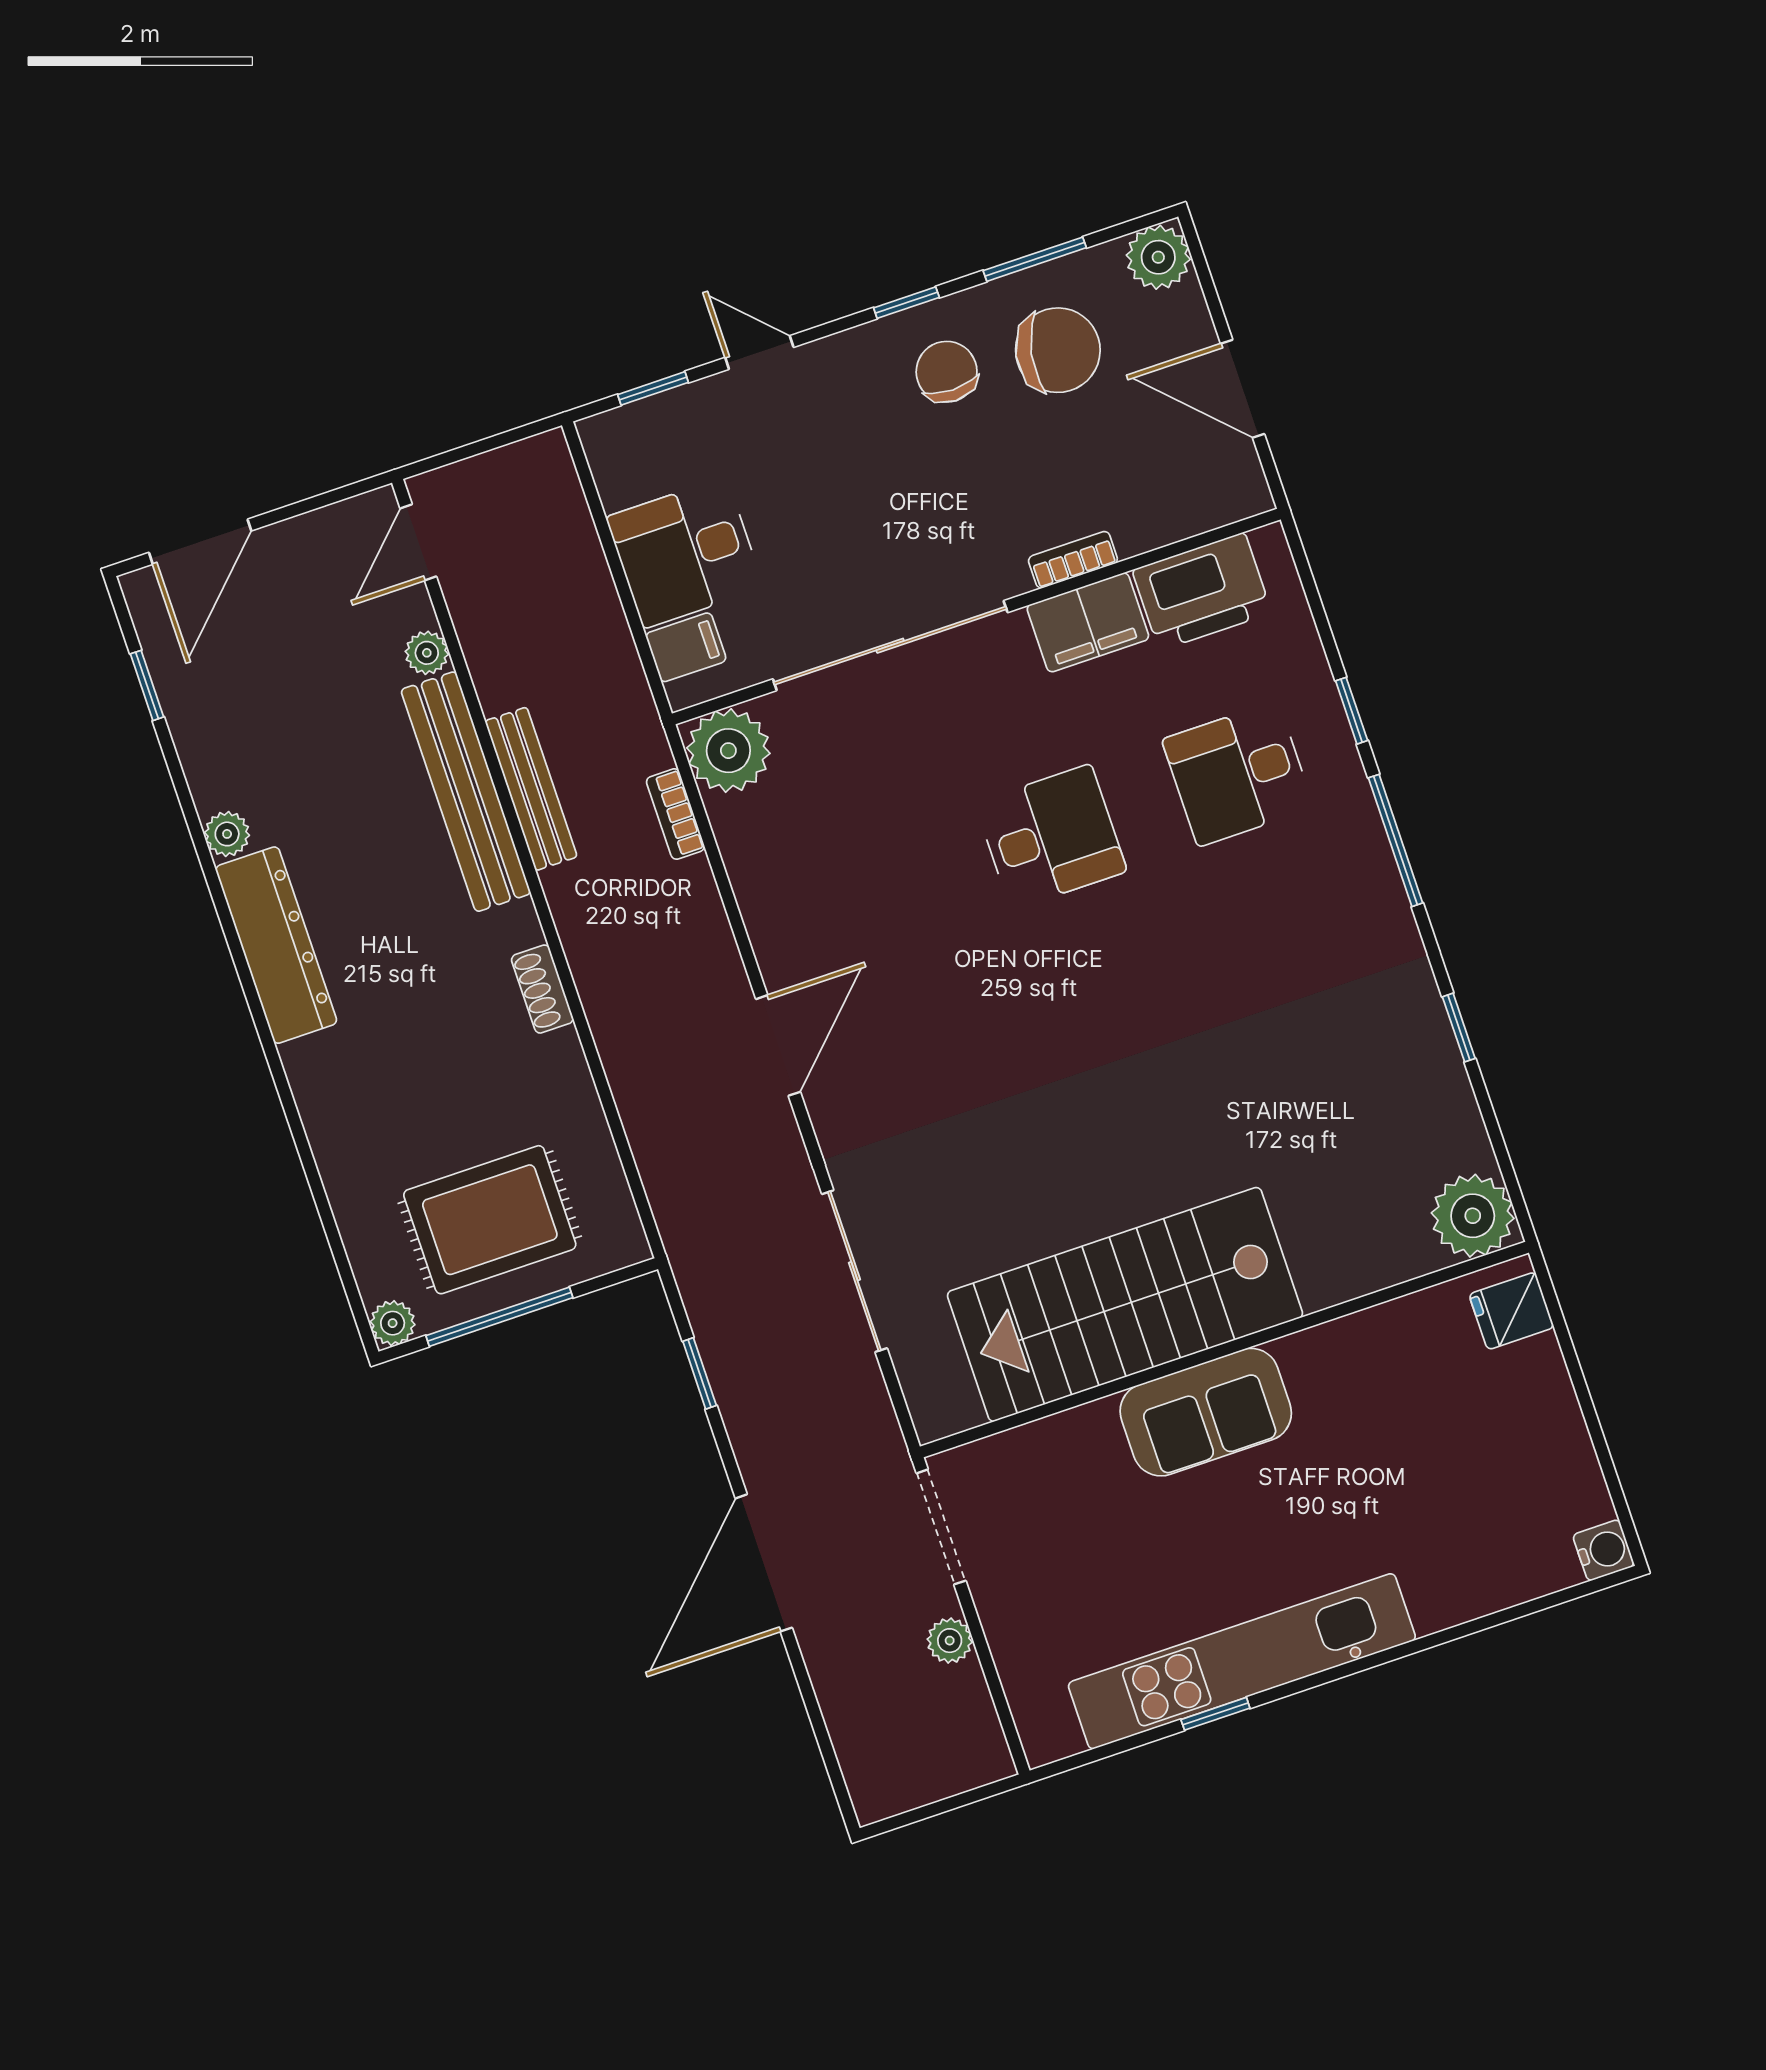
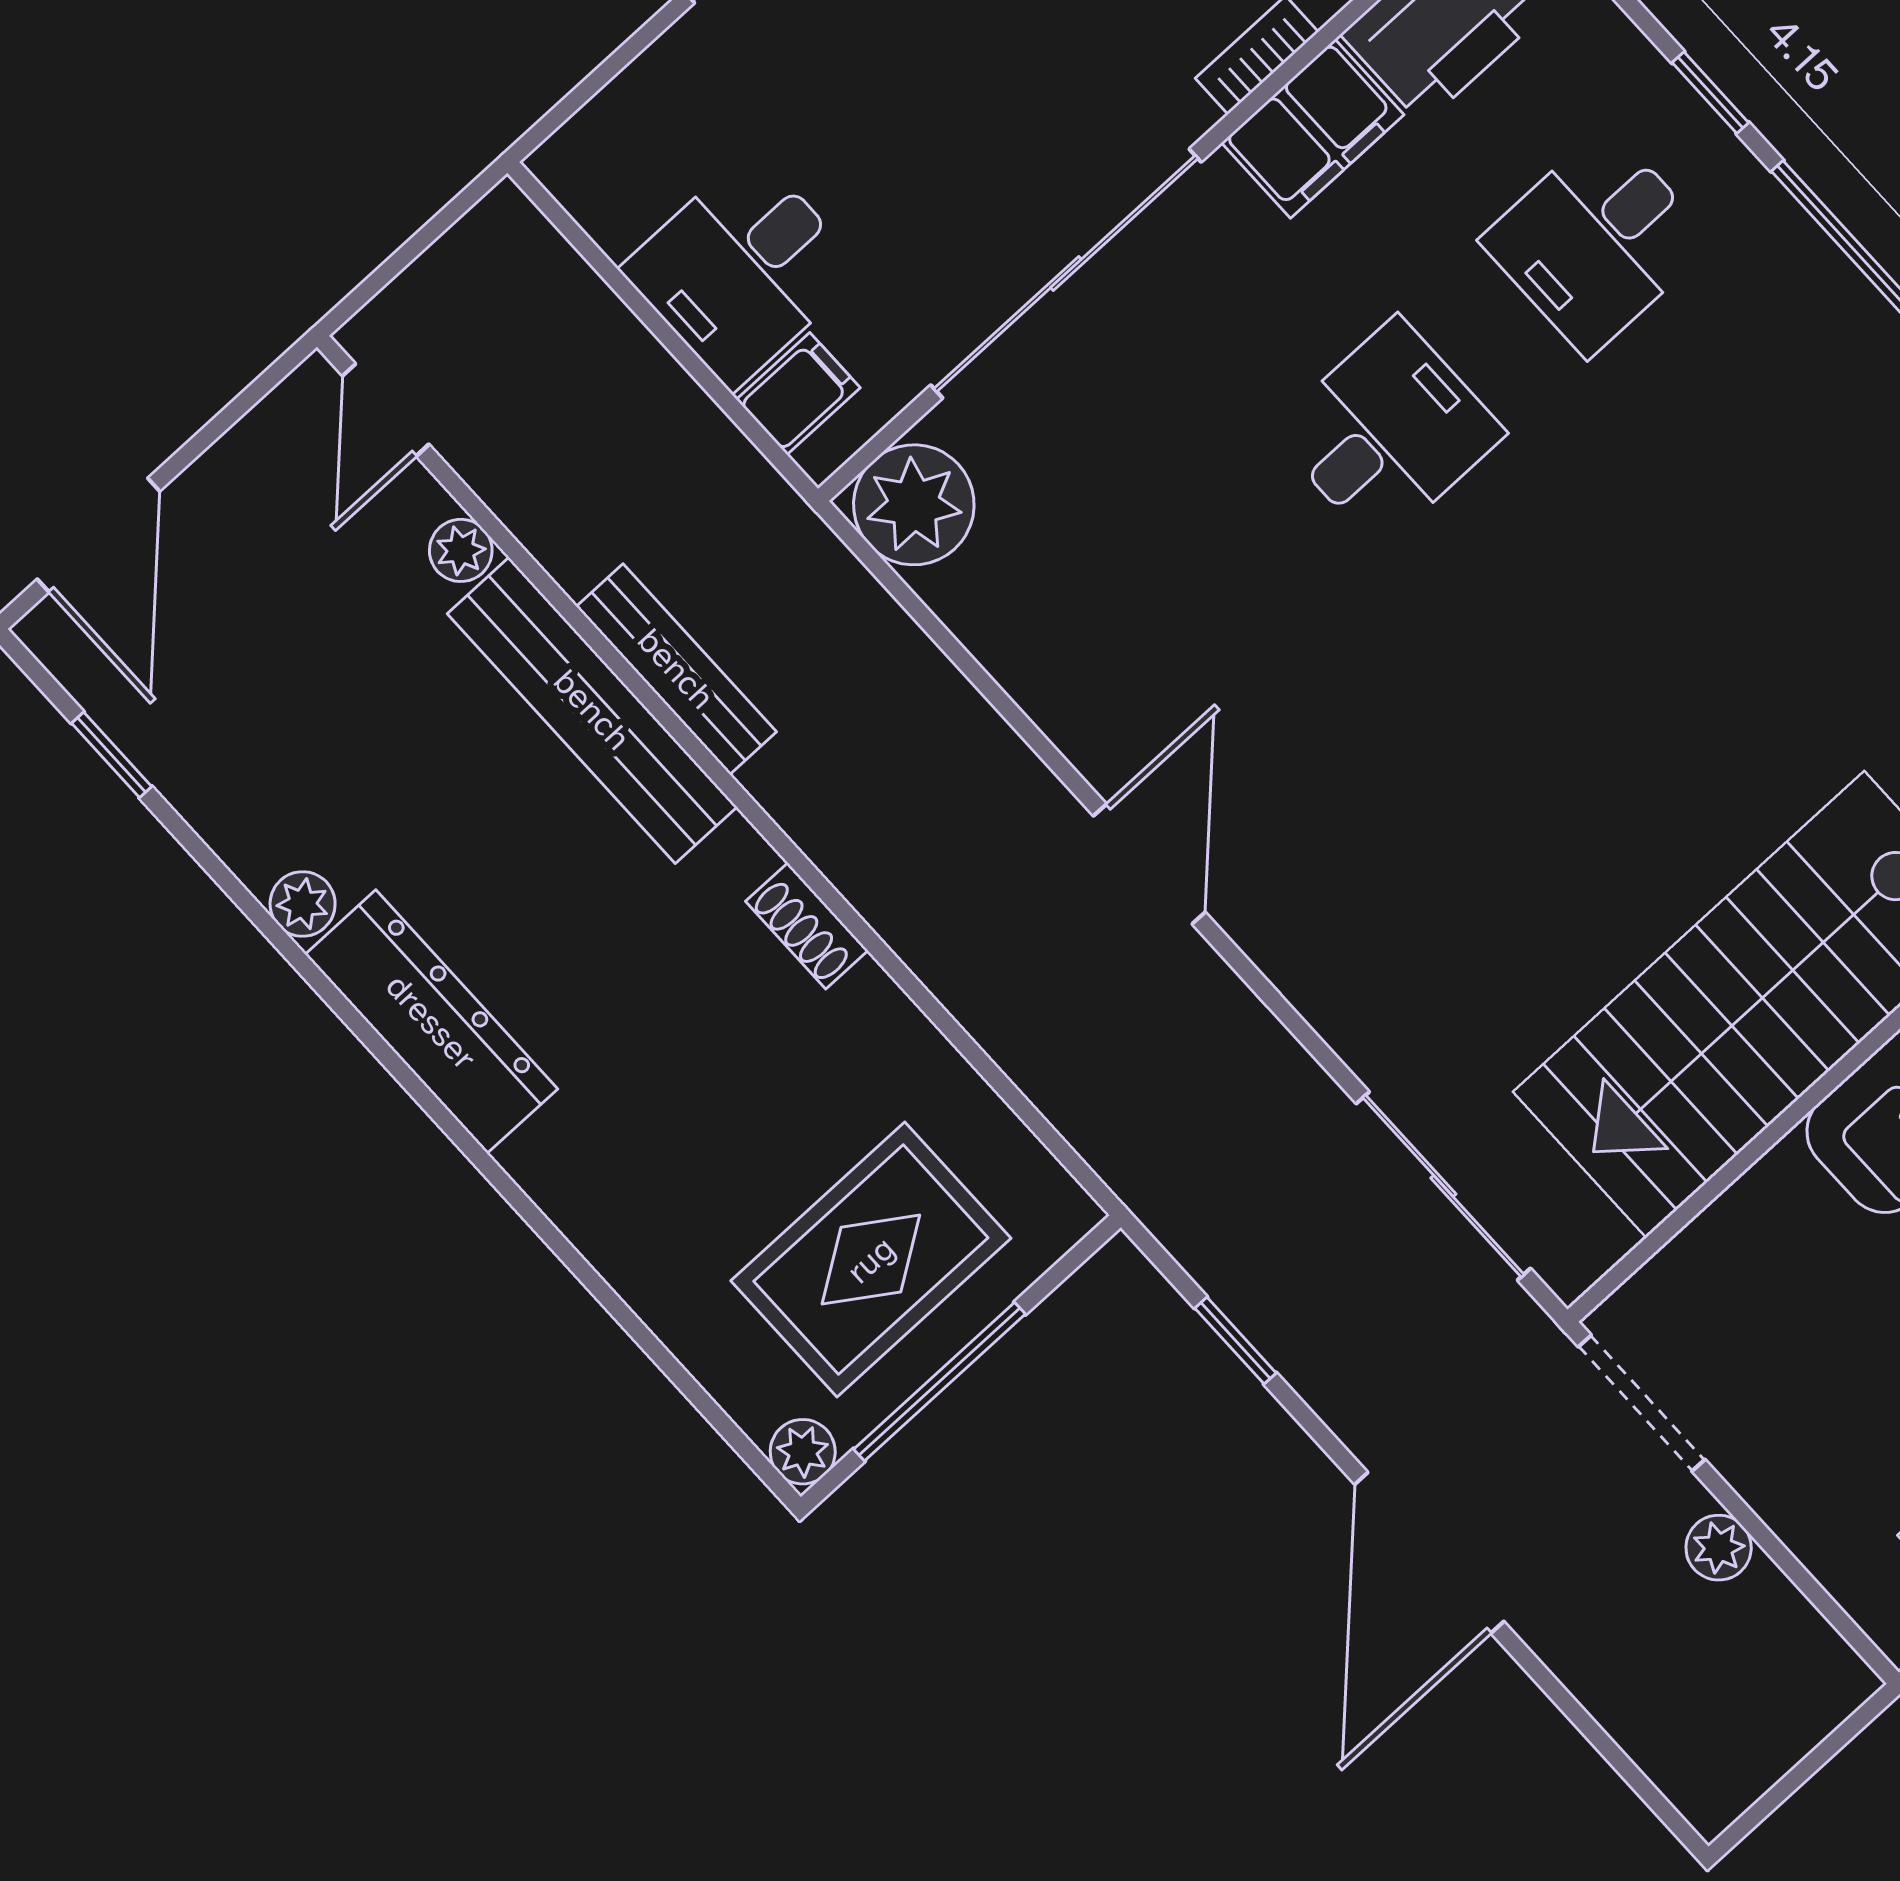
window: (653, 388) -> (606, 72), removed
bookcase: (675, 814) -> (881, 619), removed
sliding door: (854, 1271) -> (1443, 1186), moved

